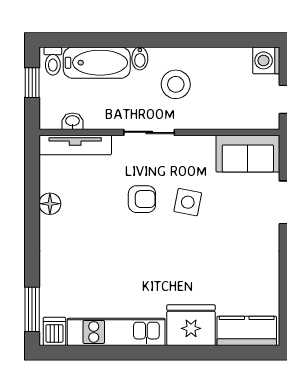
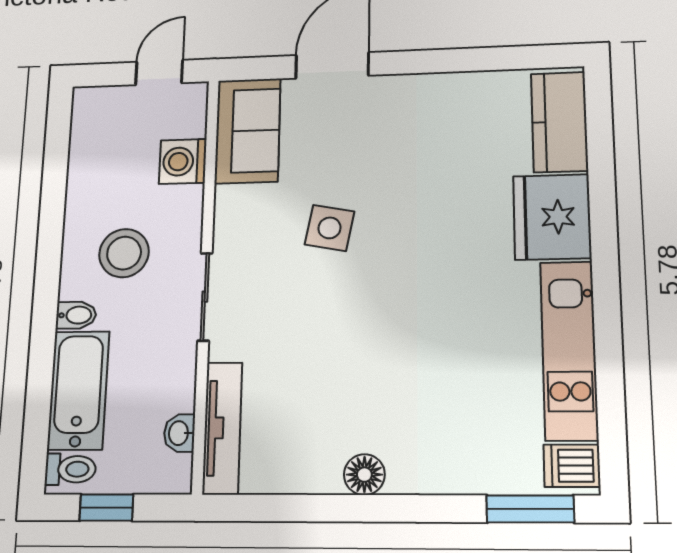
washing machine: (266, 60) -> (183, 161), moved, turned 90
armchair: (142, 199) -> (323, 307), removed
floor lamp: (50, 204) -> (364, 475), moved

